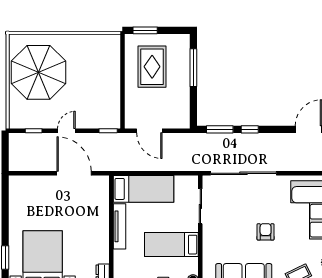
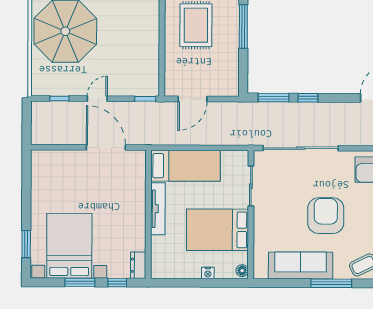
door: (149, 131) -> (193, 99), hinge flipped
armchair: (266, 232) -> (326, 216), width x1.88, depth x1.88
bed: (171, 245) -> (217, 230), width x1.50

